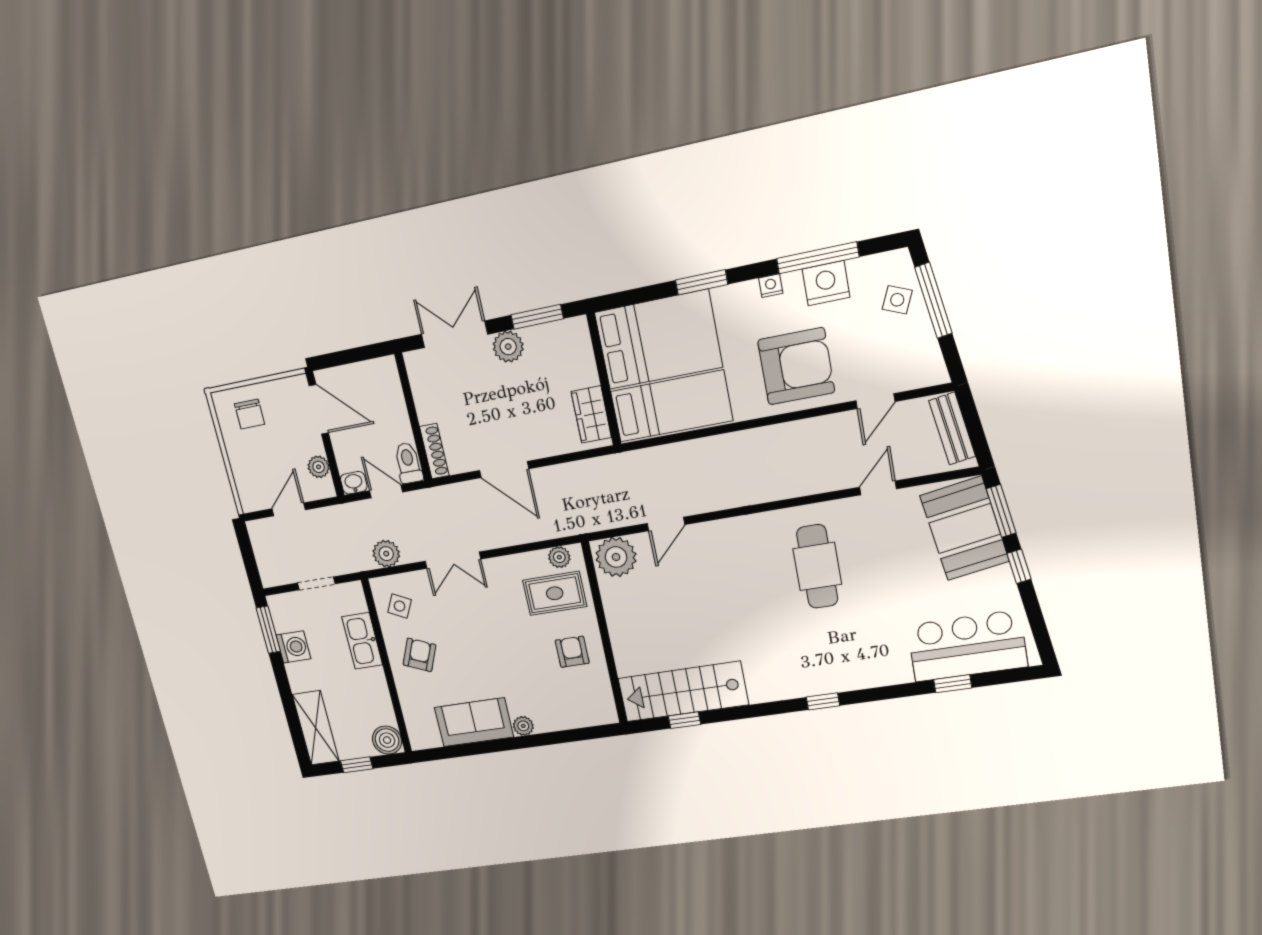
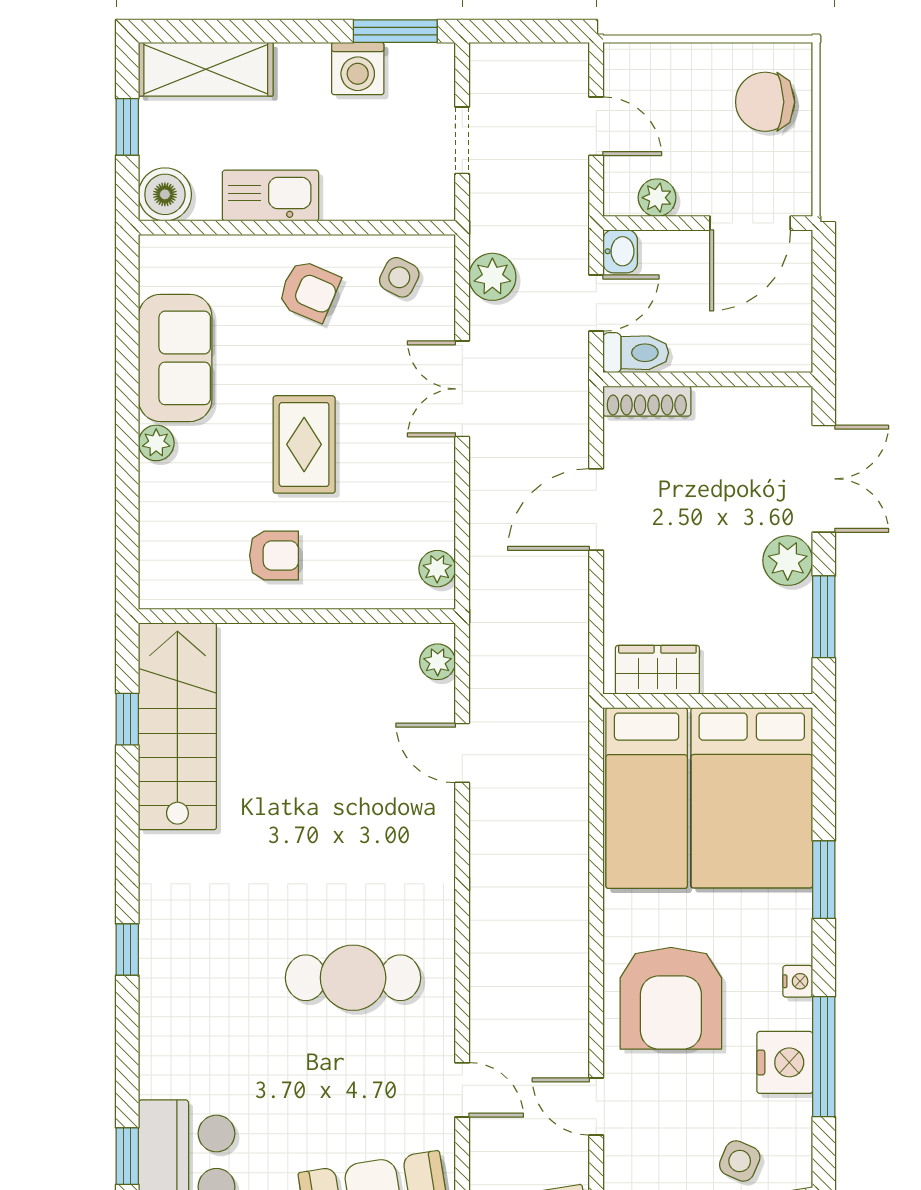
chair: (250, 414) -> (765, 102), width x1.37, depth x1.37
plant: (616, 557) -> (438, 662), width x0.53, depth x0.53
rug: (555, 593) -> (304, 444), moved
kitchen sink: (362, 641) -> (270, 196), moved

